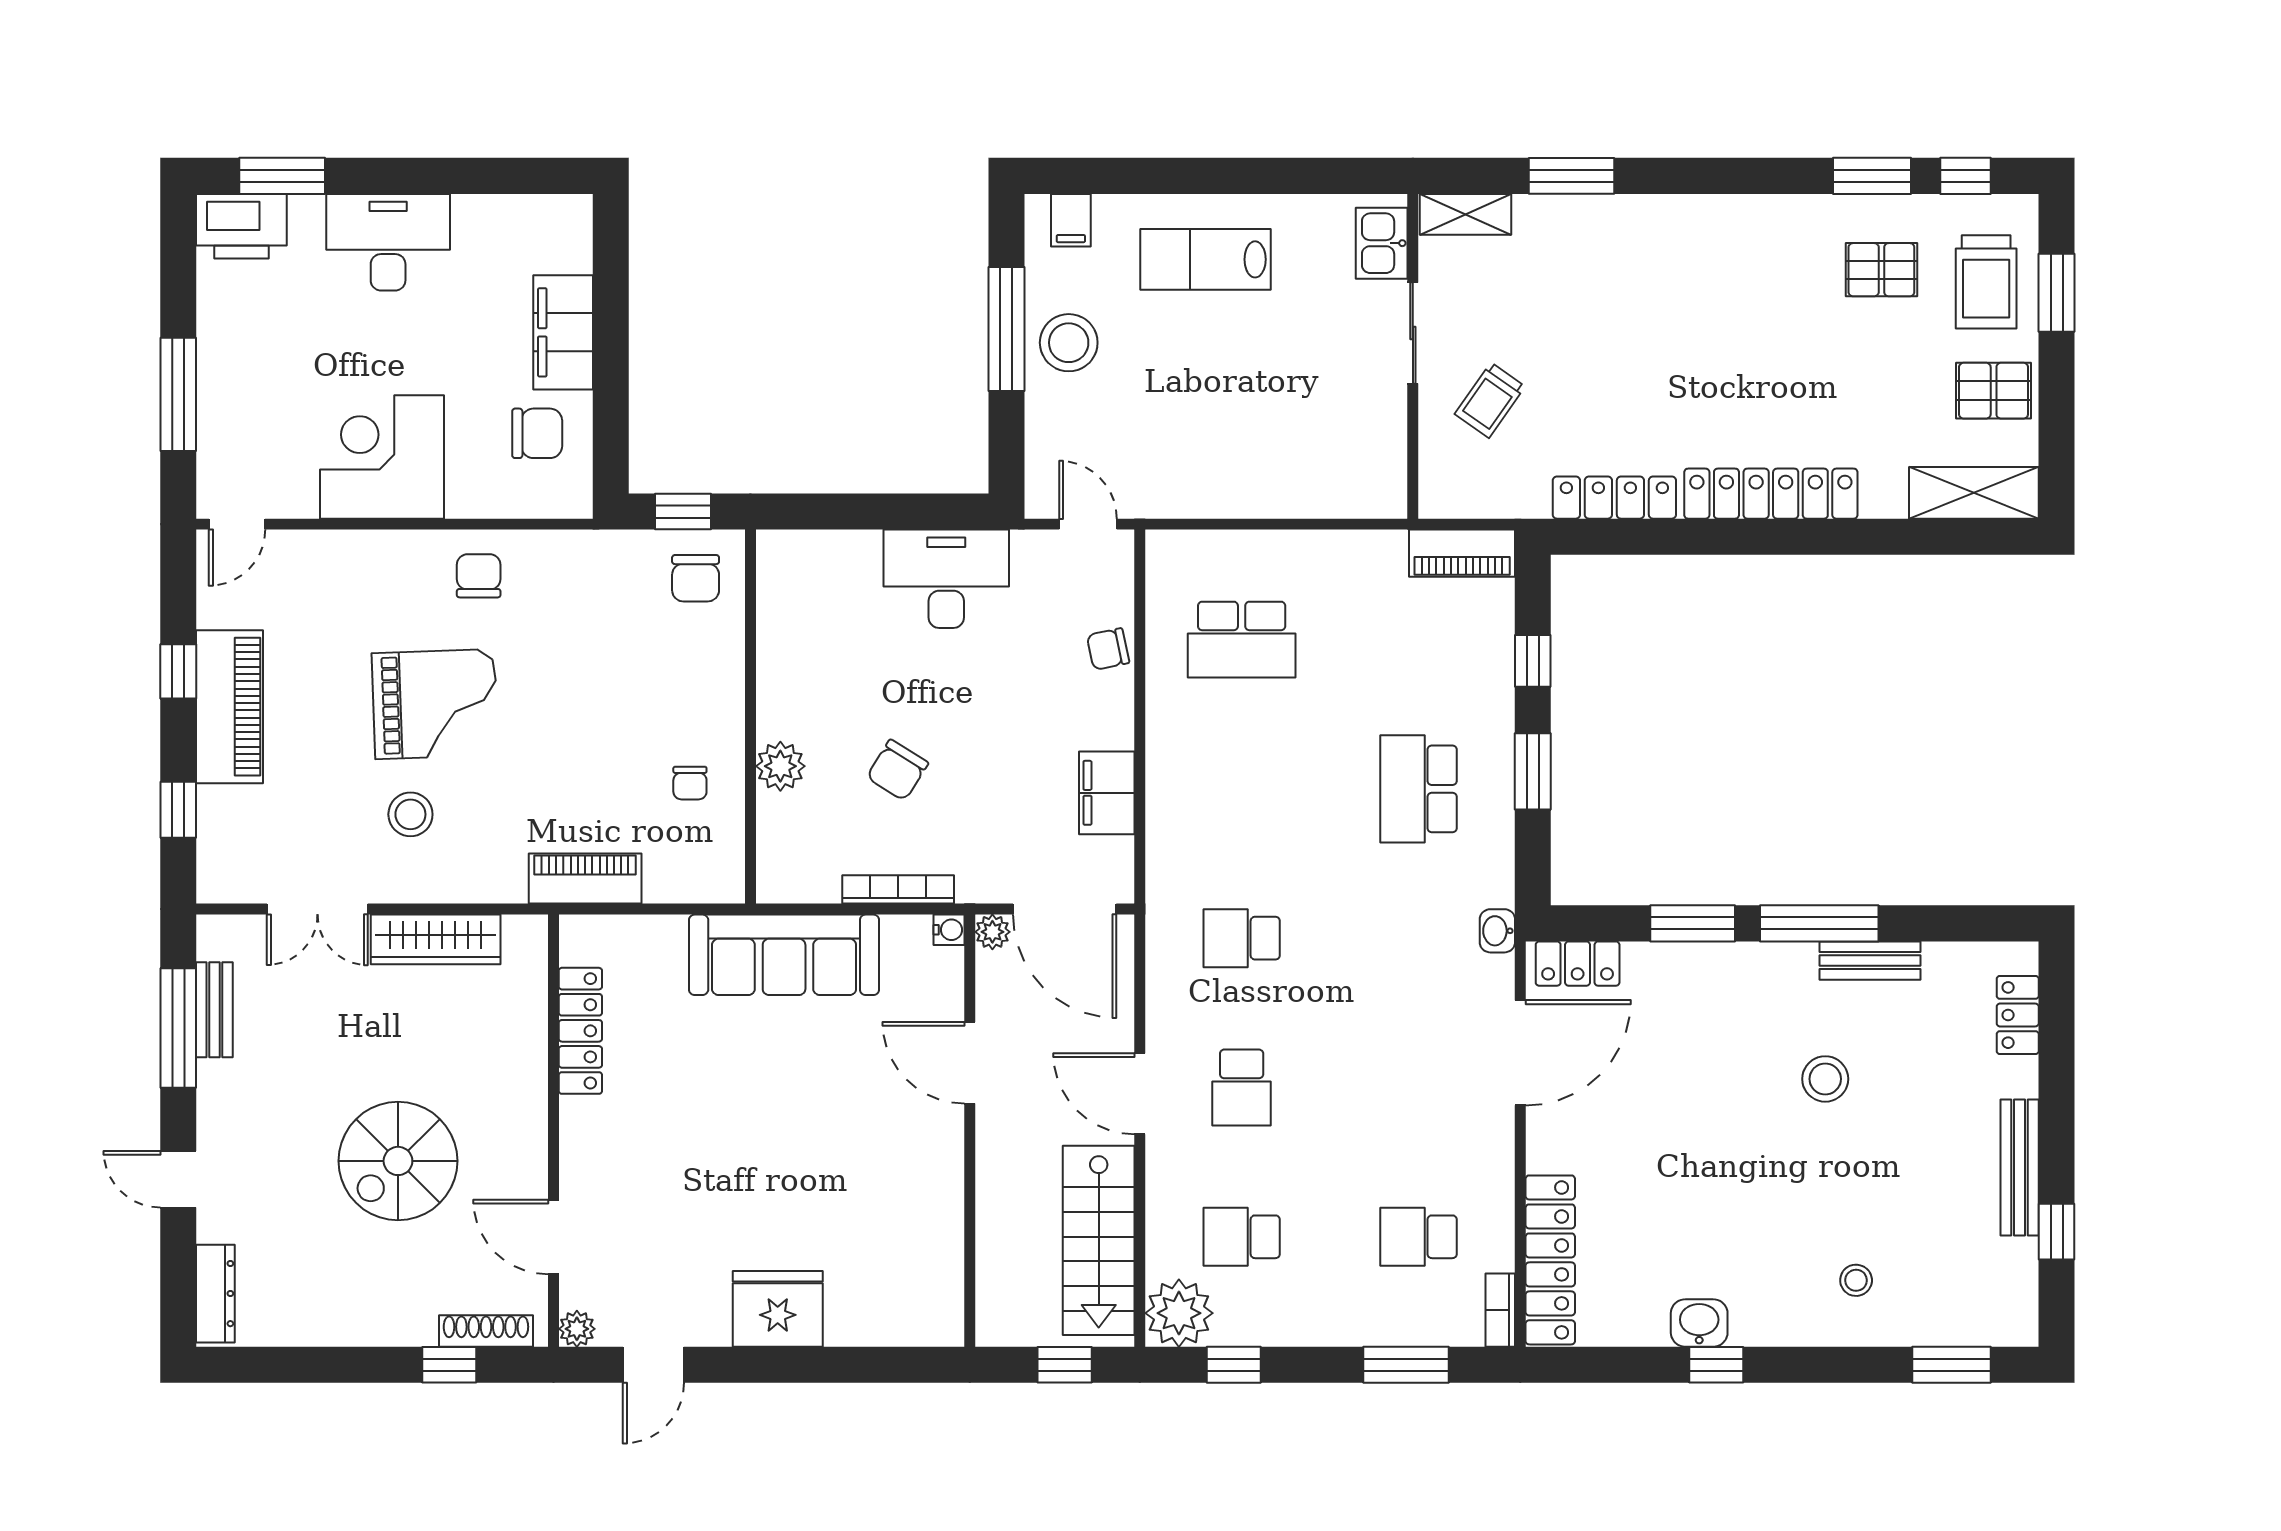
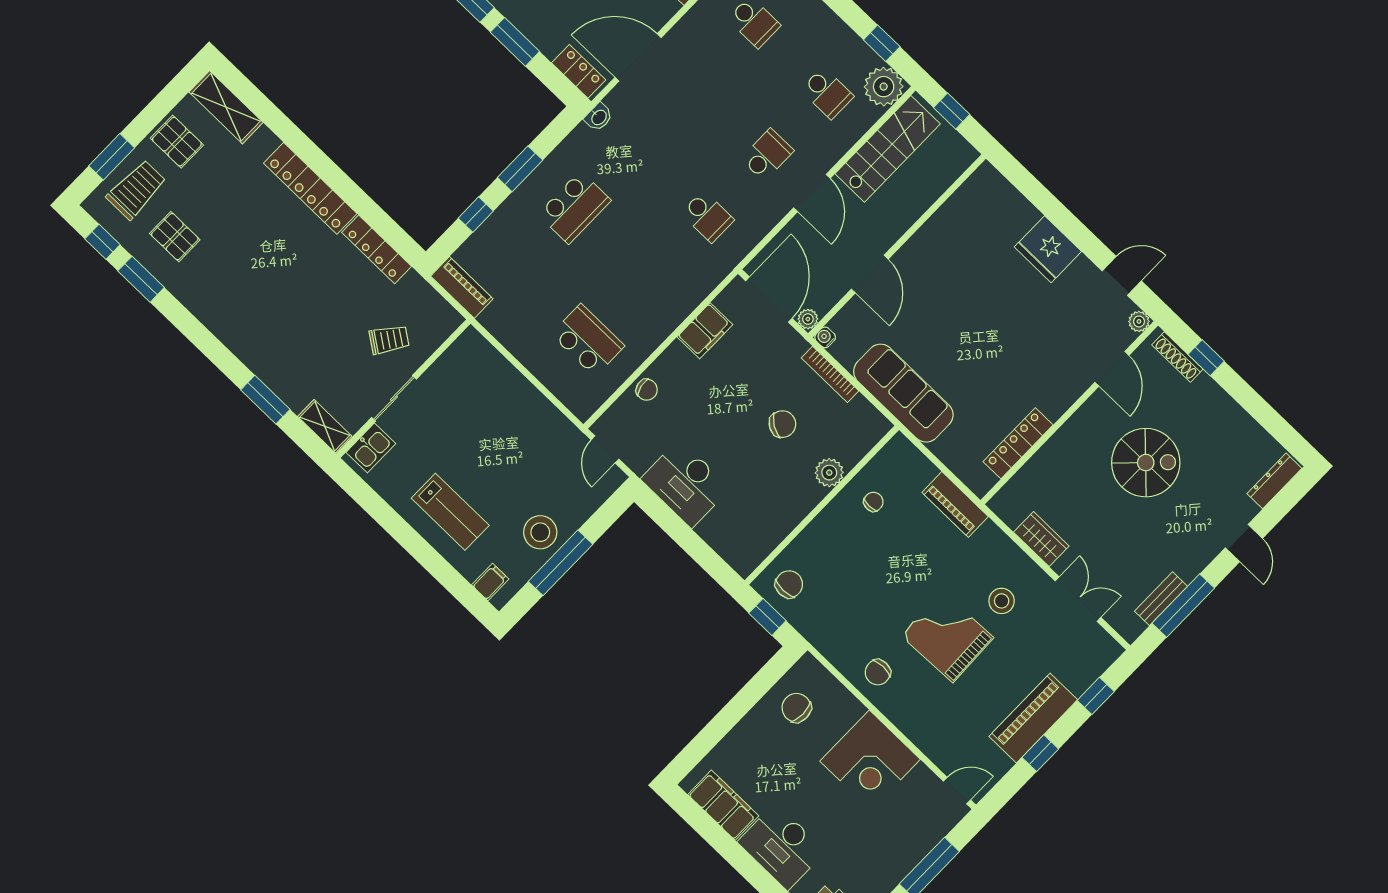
filing cabinet: (563, 332) -> (723, 805), moved, turned -90
wardrobe: (436, 939) -> (1041, 539), width x0.67

